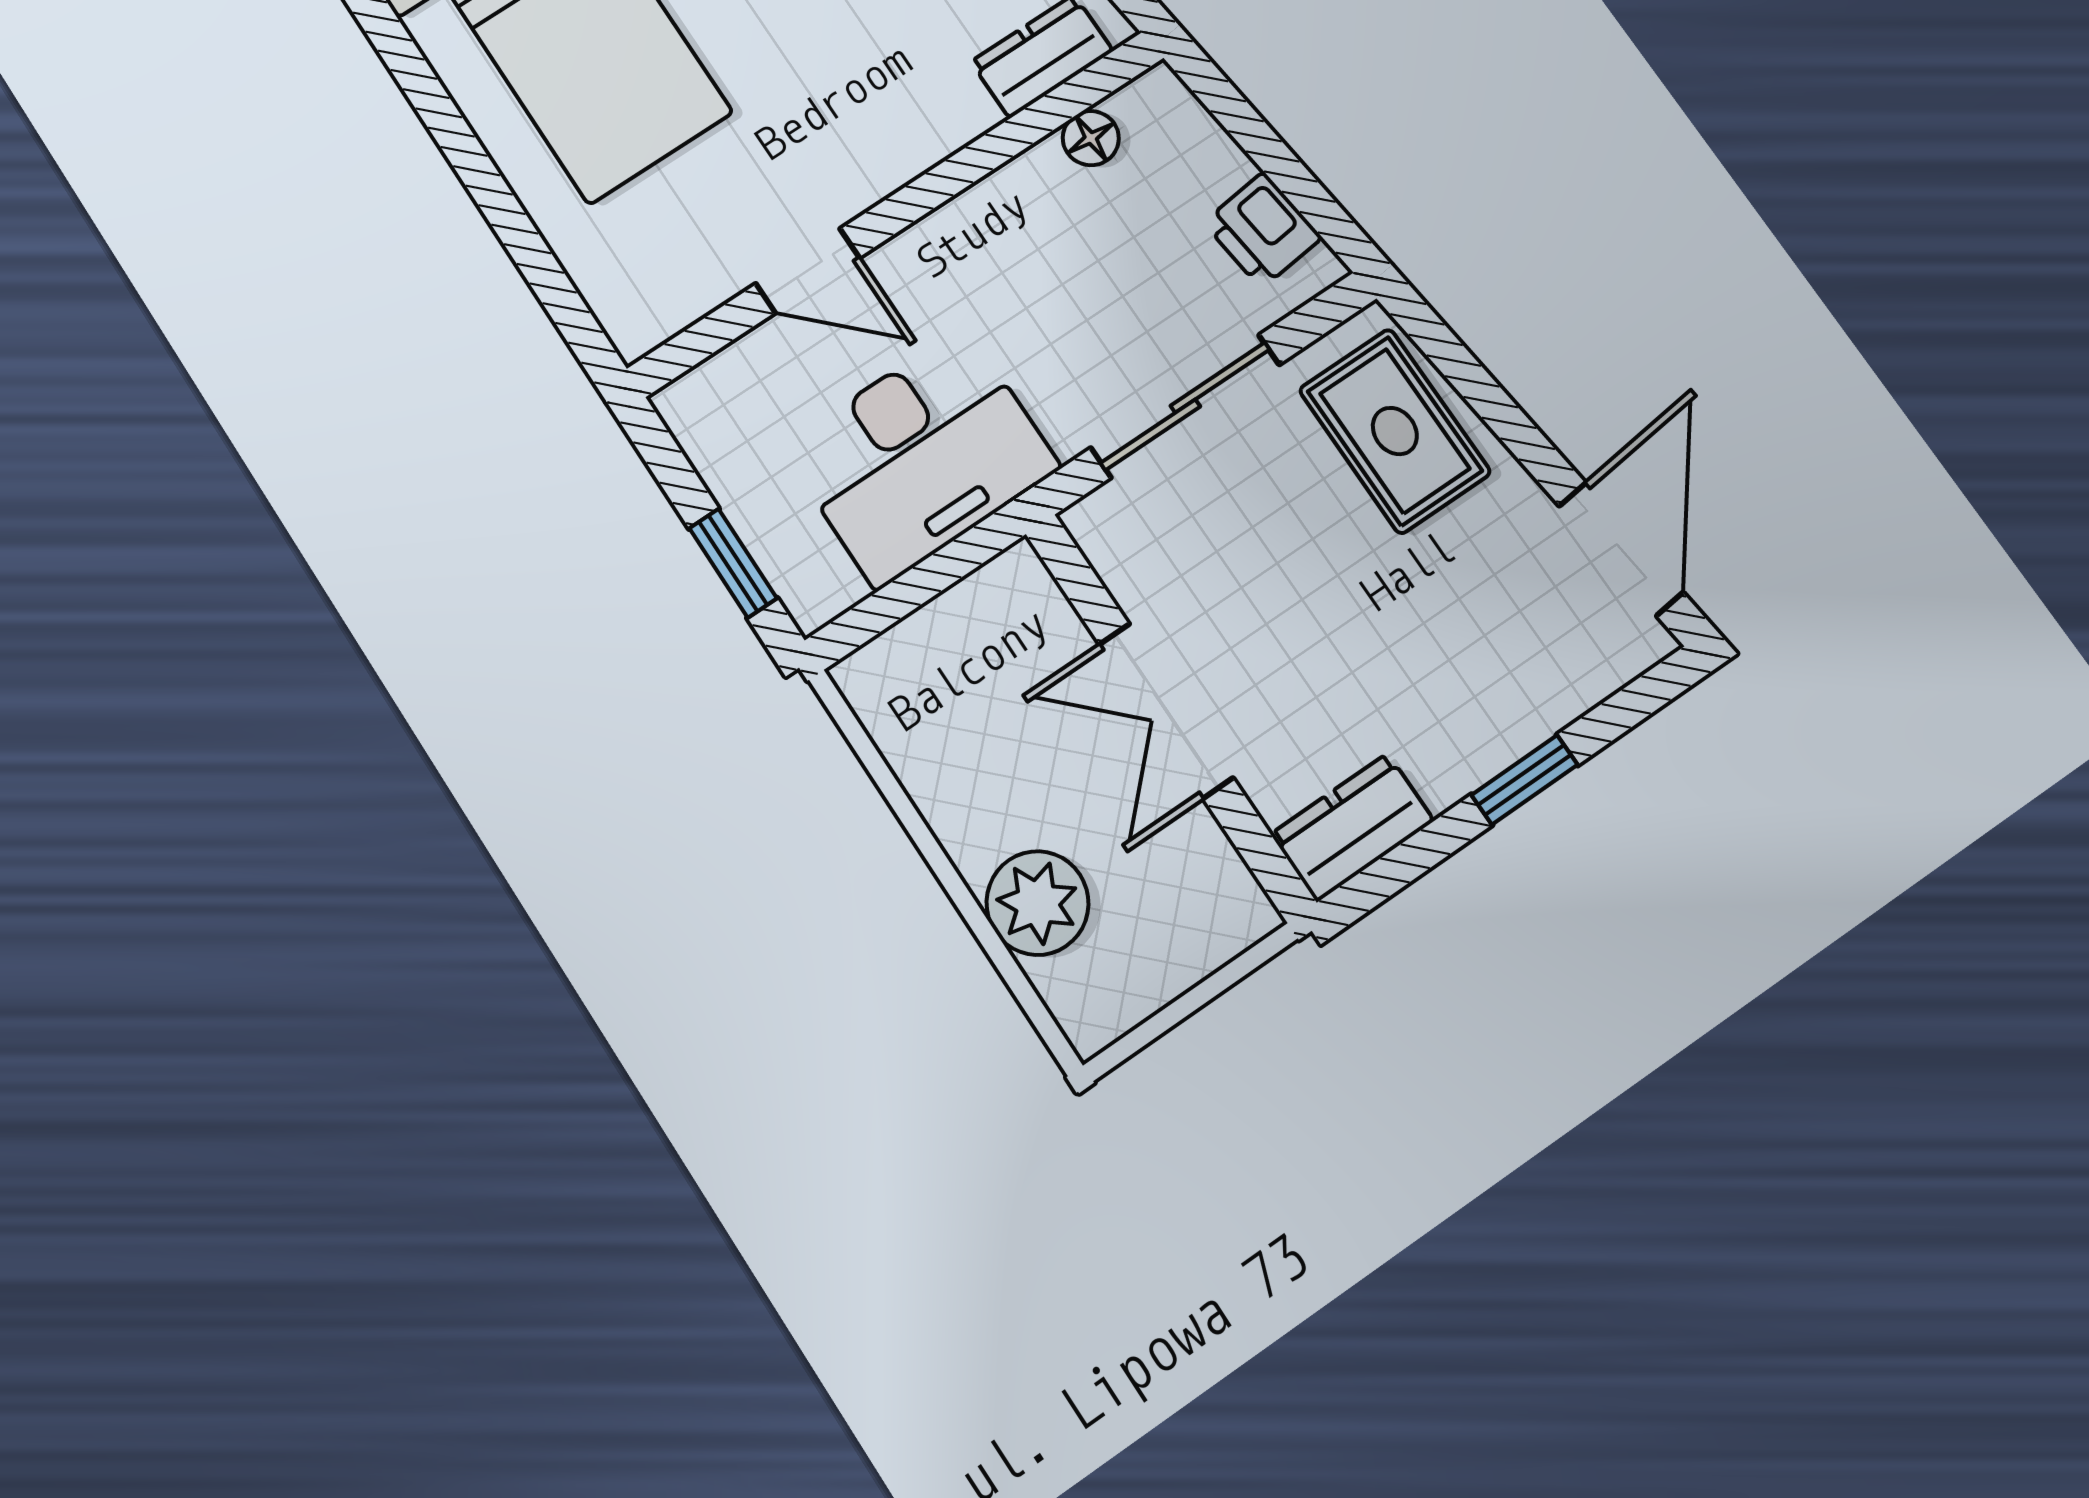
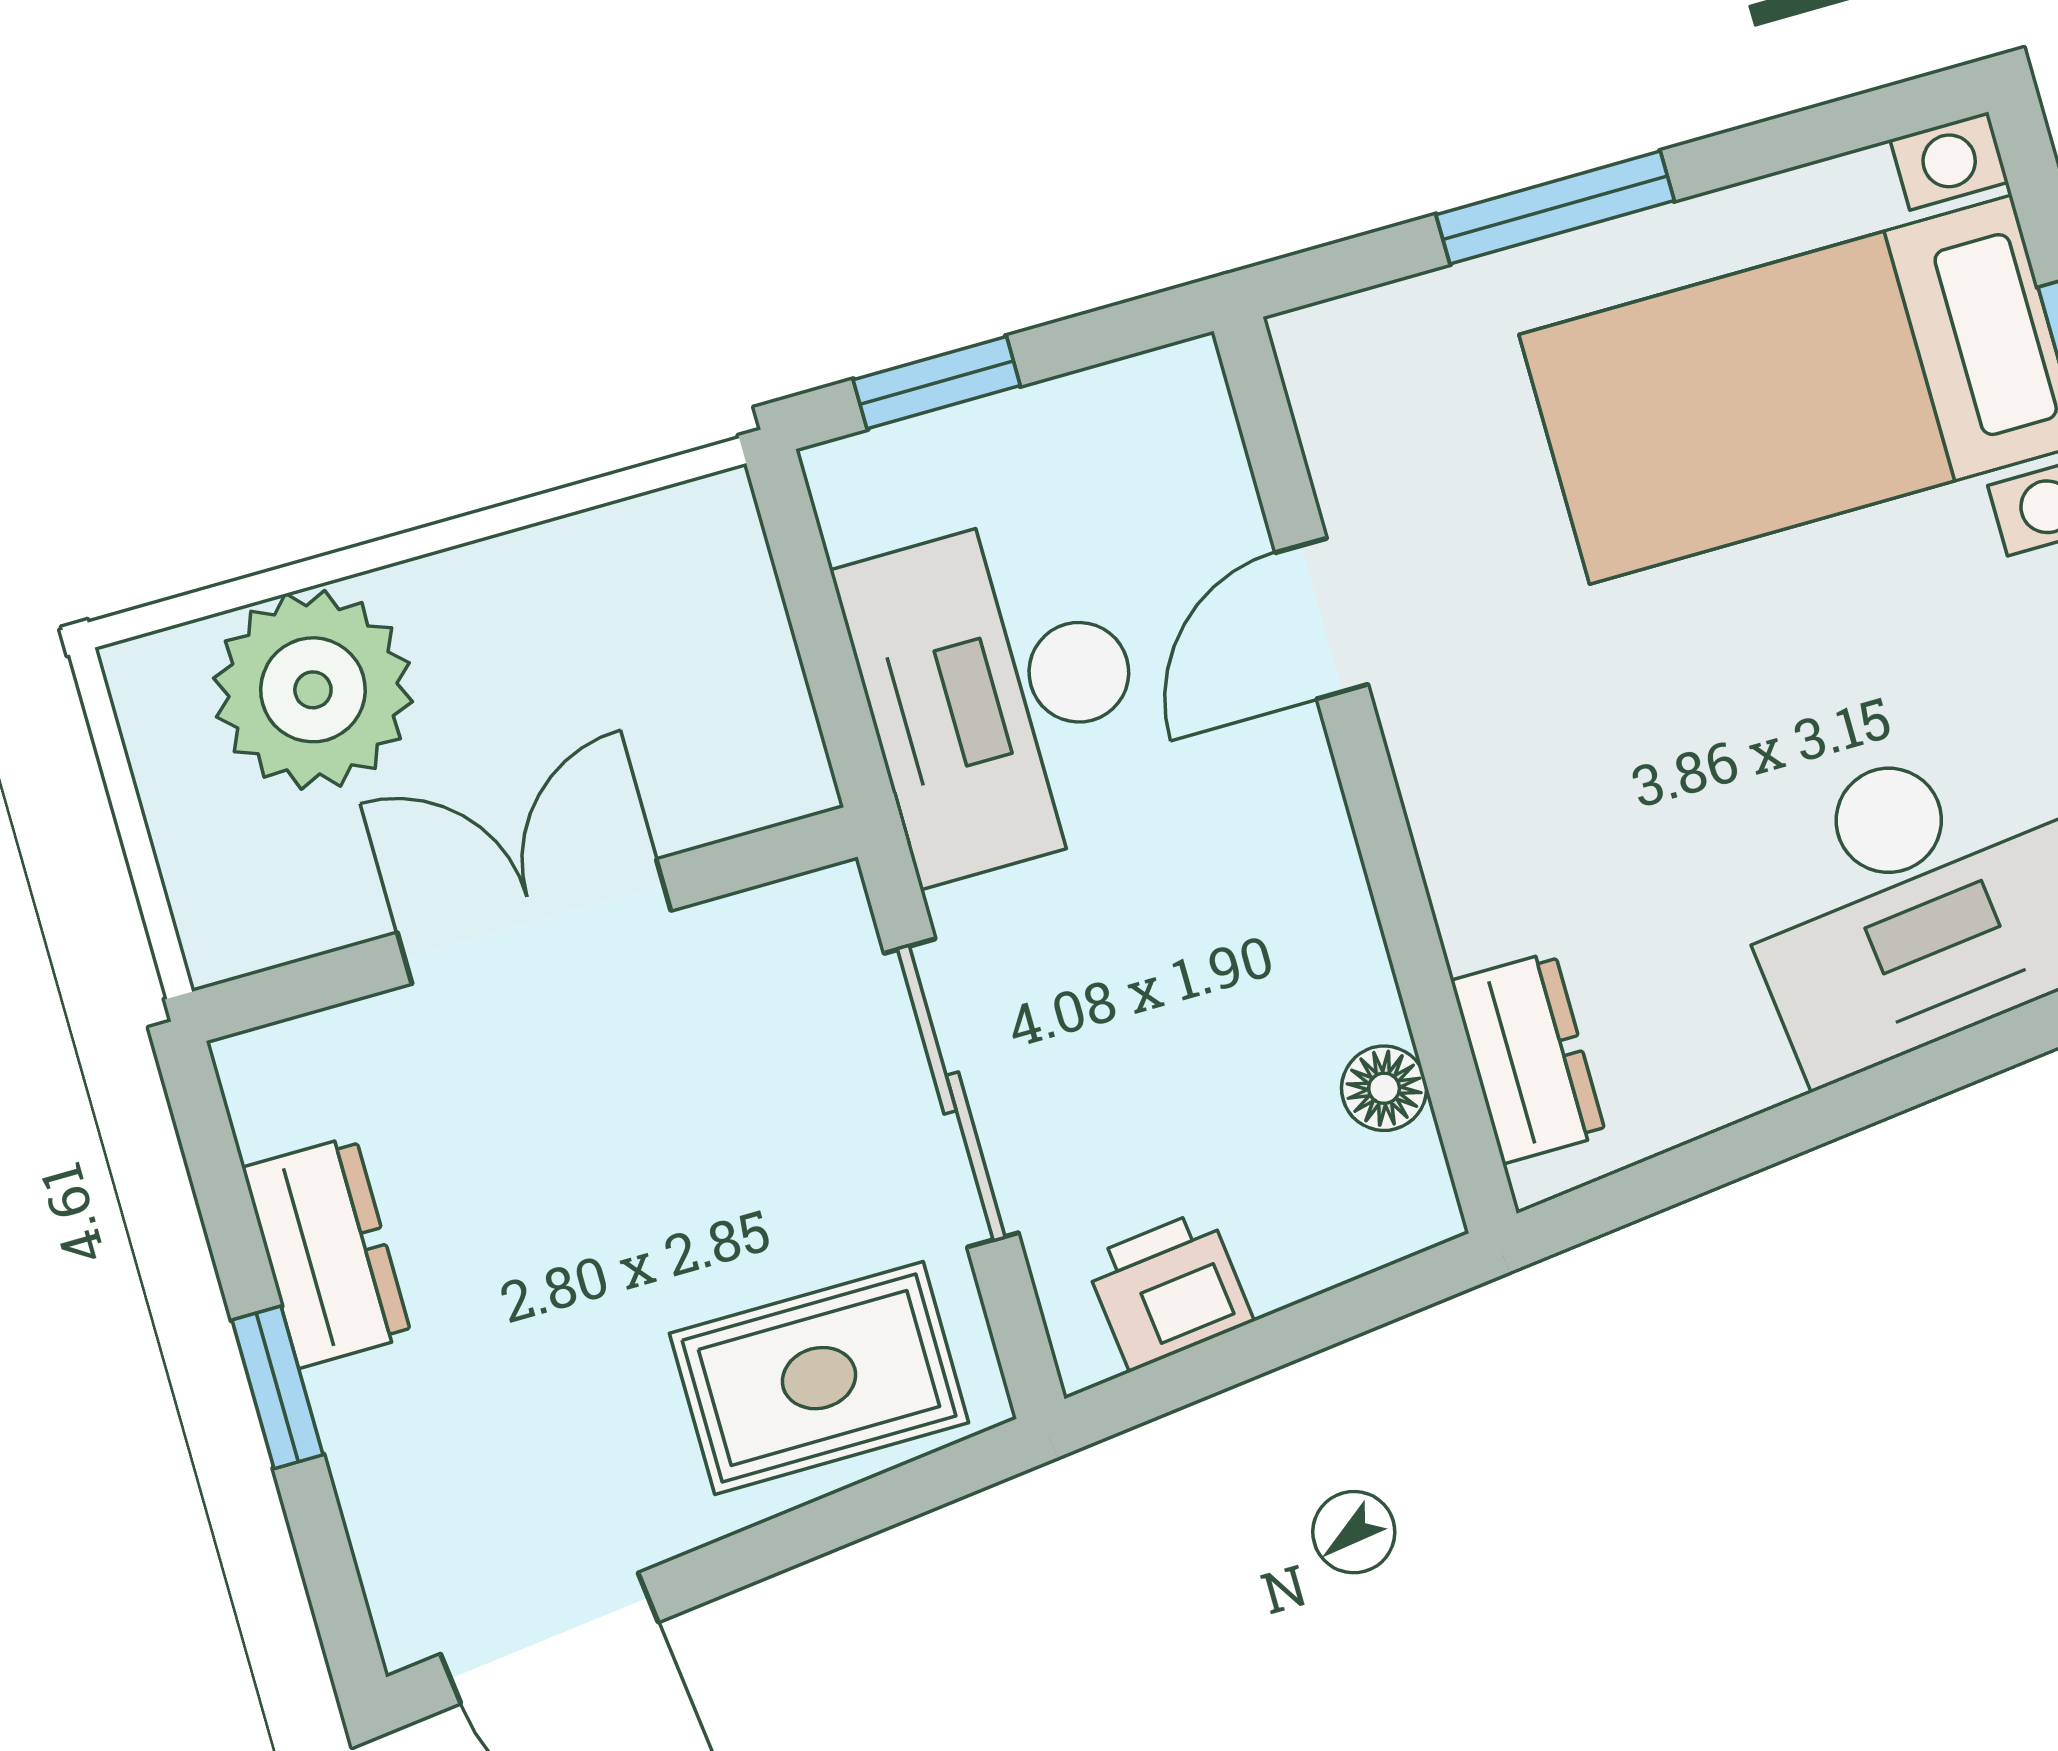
window: (502, 209) -> (1555, 208), added
dresser: (1352, 827) -> (327, 1252), moved
plant: (1037, 903) -> (313, 690), width x1.36, depth x1.36

